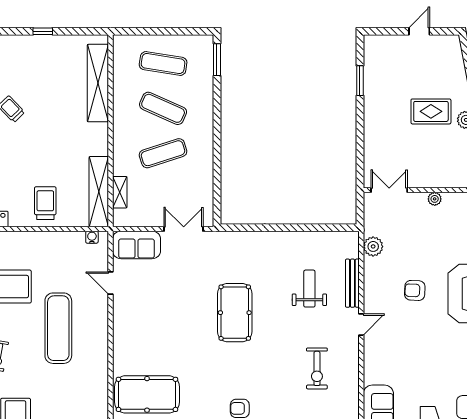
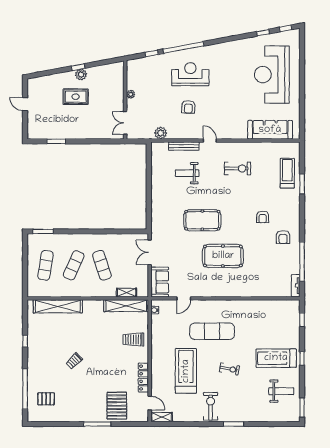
rug: (431, 111) -> (76, 97), turned 90
pool table: (147, 394) -> (223, 256), moved, turned 90

